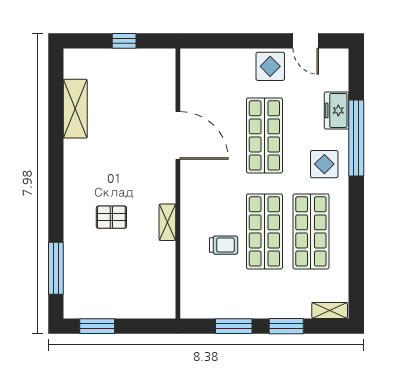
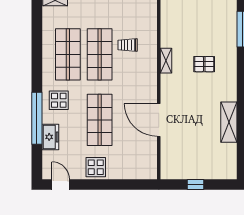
door: (306, 41) -> (61, 185), moved
shelving: (75, 109) -> (229, 122), moved

